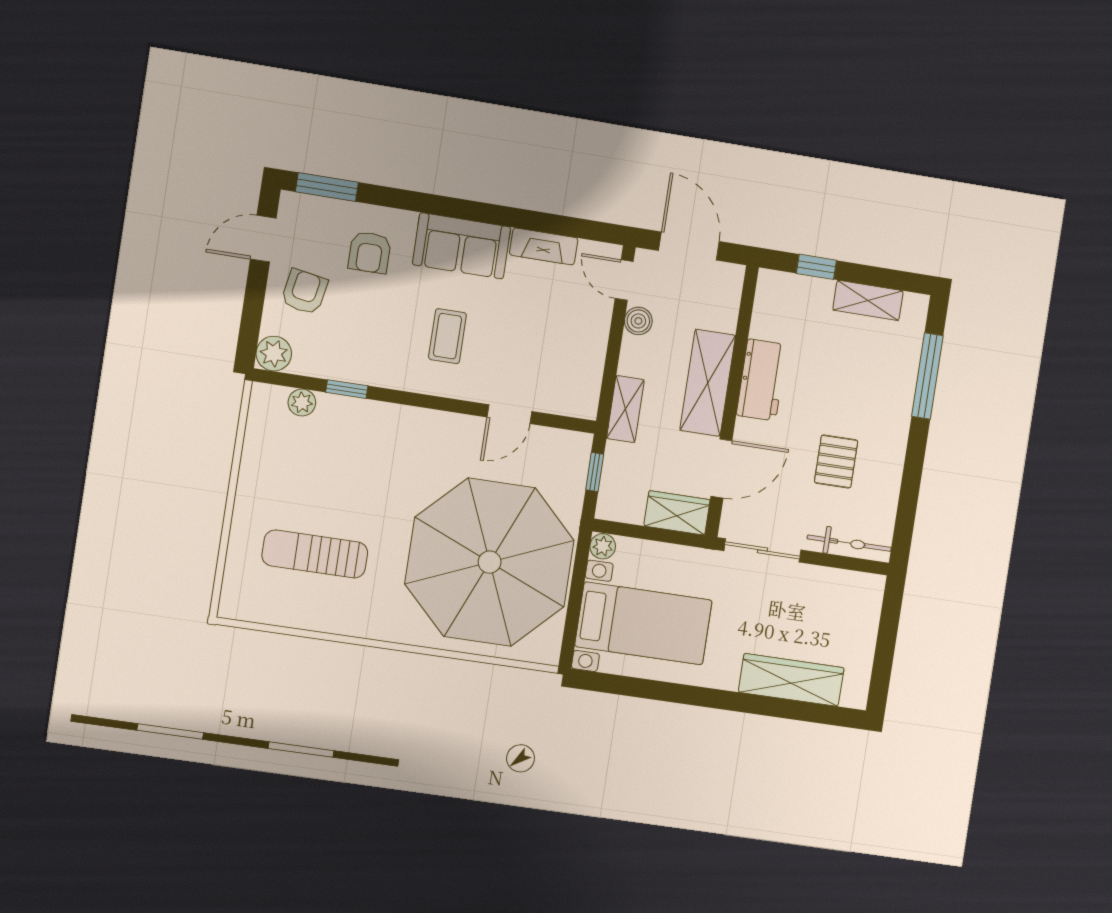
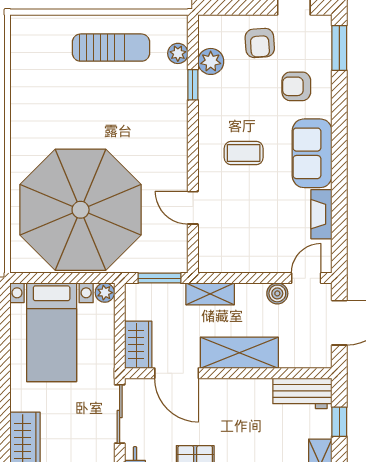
armchair: (304, 292) -> (260, 43), turned 76
plant: (274, 354) -> (211, 61), moved
workbench: (762, 380) -> (302, 393), moved
window: (595, 472) -> (159, 278), width x1.50
sun lounger: (315, 554) -> (111, 48), moved, turned 90

